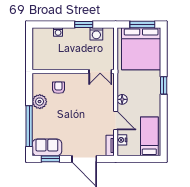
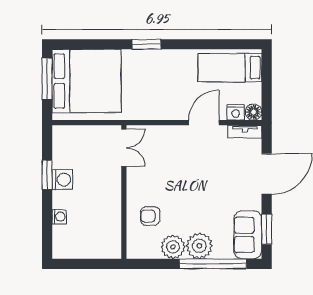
washing machine: (96, 34) -> (62, 180), moved
floor lamp: (122, 99) -> (254, 112), moved
plant: (40, 118) -> (199, 246), added

